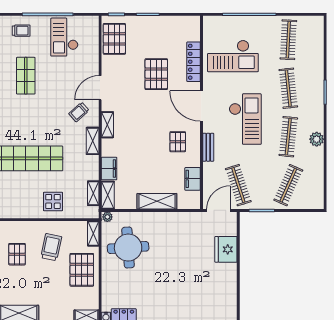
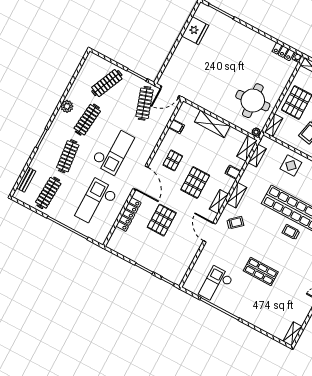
trolley: (21, 31) -> (291, 232), moved
checkout: (64, 37) -> (216, 285), turned 180
pallet: (114, 39) -> (195, 183), moved
checkout: (233, 56) -> (97, 203), turned -90
shop shelf: (26, 76) -> (261, 271), turned 90
door: (100, 88) -> (210, 232), swing flipped
checkout: (245, 119) -> (113, 150), turned 180
bench: (208, 147) -> (26, 180), moved
filing cabinet: (109, 169) -> (233, 172), width x0.50
filing cabinet: (193, 179) -> (177, 126), width x0.50
fridge: (226, 249) -> (195, 31), moved

